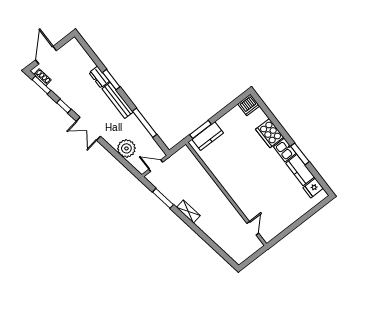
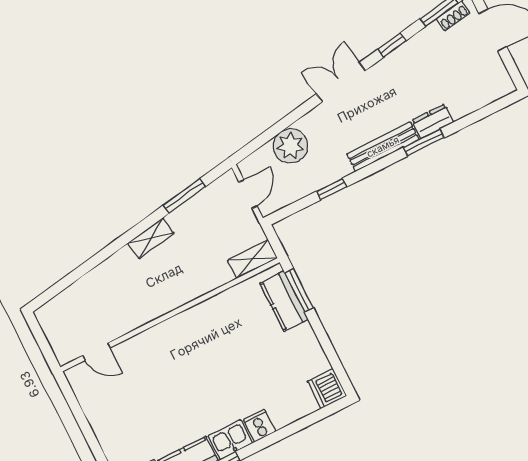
window: (145, 123) -> (332, 189), width x0.46
cooker: (270, 133) -> (259, 426), width x0.53, depth x0.76
shelving: (189, 157) -> (252, 259), added

